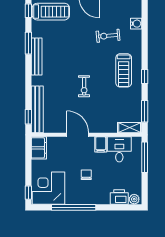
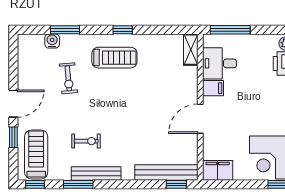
exercise bike: (84, 86) -> (86, 141), moved
window: (145, 111) -> (65, 30), moved
chair: (86, 175) -> (253, 107), removed

